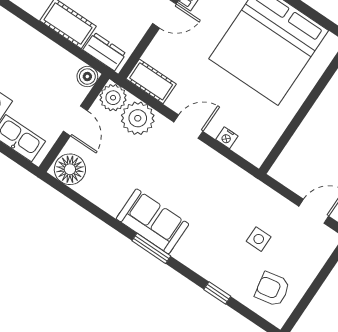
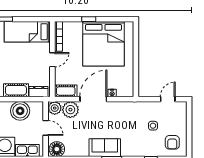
boiler: (87, 77) -> (20, 111), moved, width x1.86, depth x1.86
door: (188, 127) -> (93, 99), width x1.88
armchair: (272, 289) -> (172, 142), turned -79

